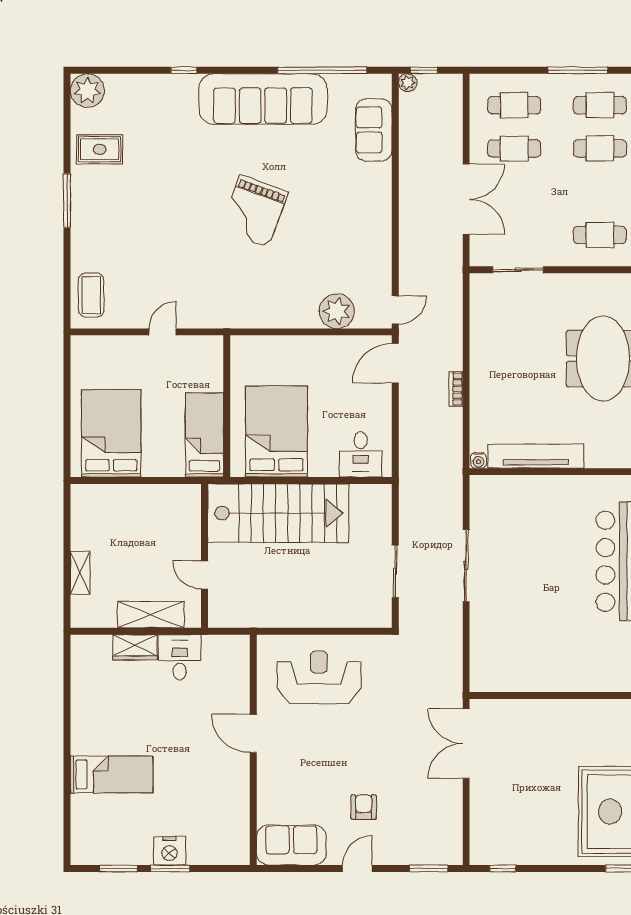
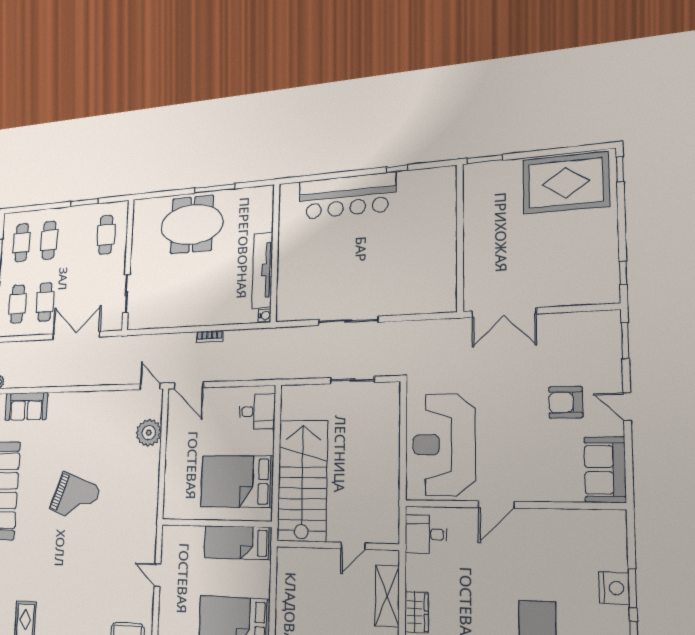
desk: (180, 657) -> (426, 534), moved
reception desk: (319, 677) -> (444, 445), width x1.36, depth x1.30
armchair: (364, 807) -> (566, 402), width x1.38, depth x1.38

